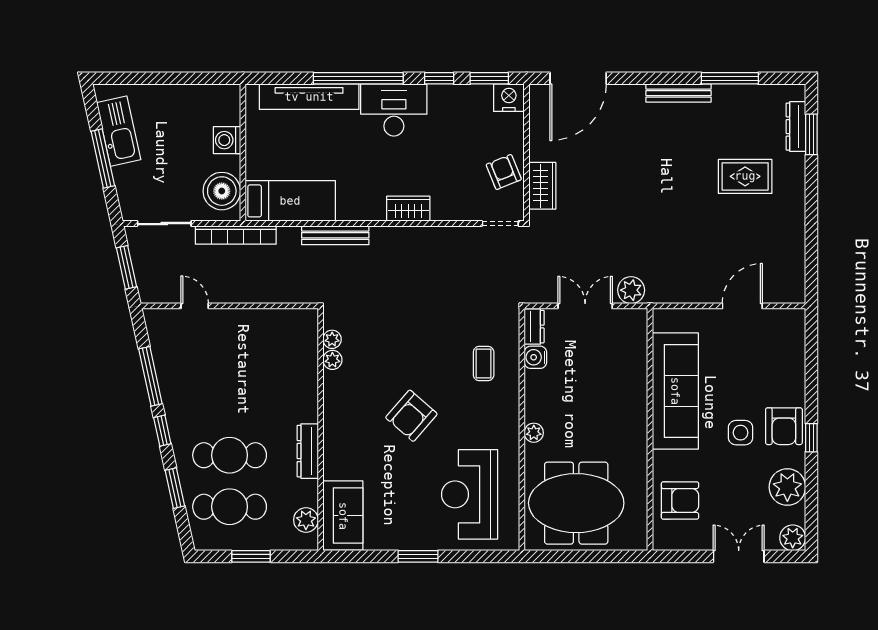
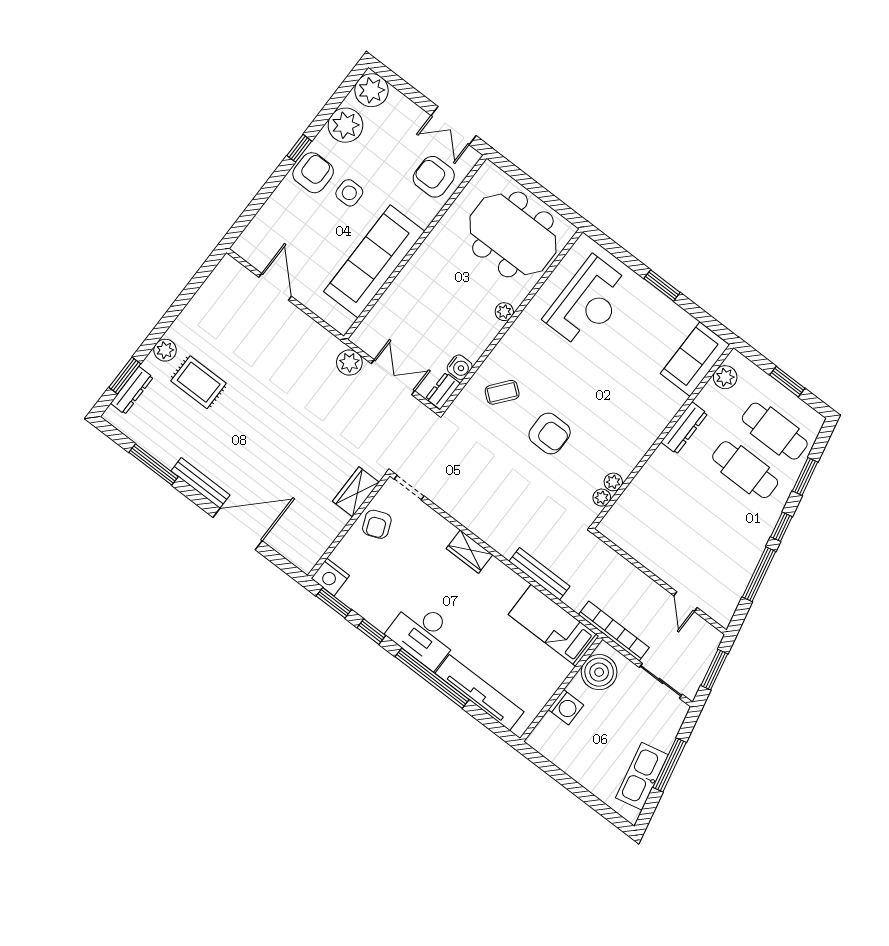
door: (578, 78) -> (238, 529), moved
plant: (794, 182) -> (165, 350), added
double door: (585, 306) -> (393, 377), swing flipped
door: (742, 306) -> (275, 287), swing flipped
coffee table: (484, 364) -> (502, 392), turned 39
armchair: (411, 416) -> (550, 433), moved, turned 49
plant: (793, 538) -> (371, 90), width x1.36, depth x1.36
double door: (739, 556) -> (454, 126), moved

